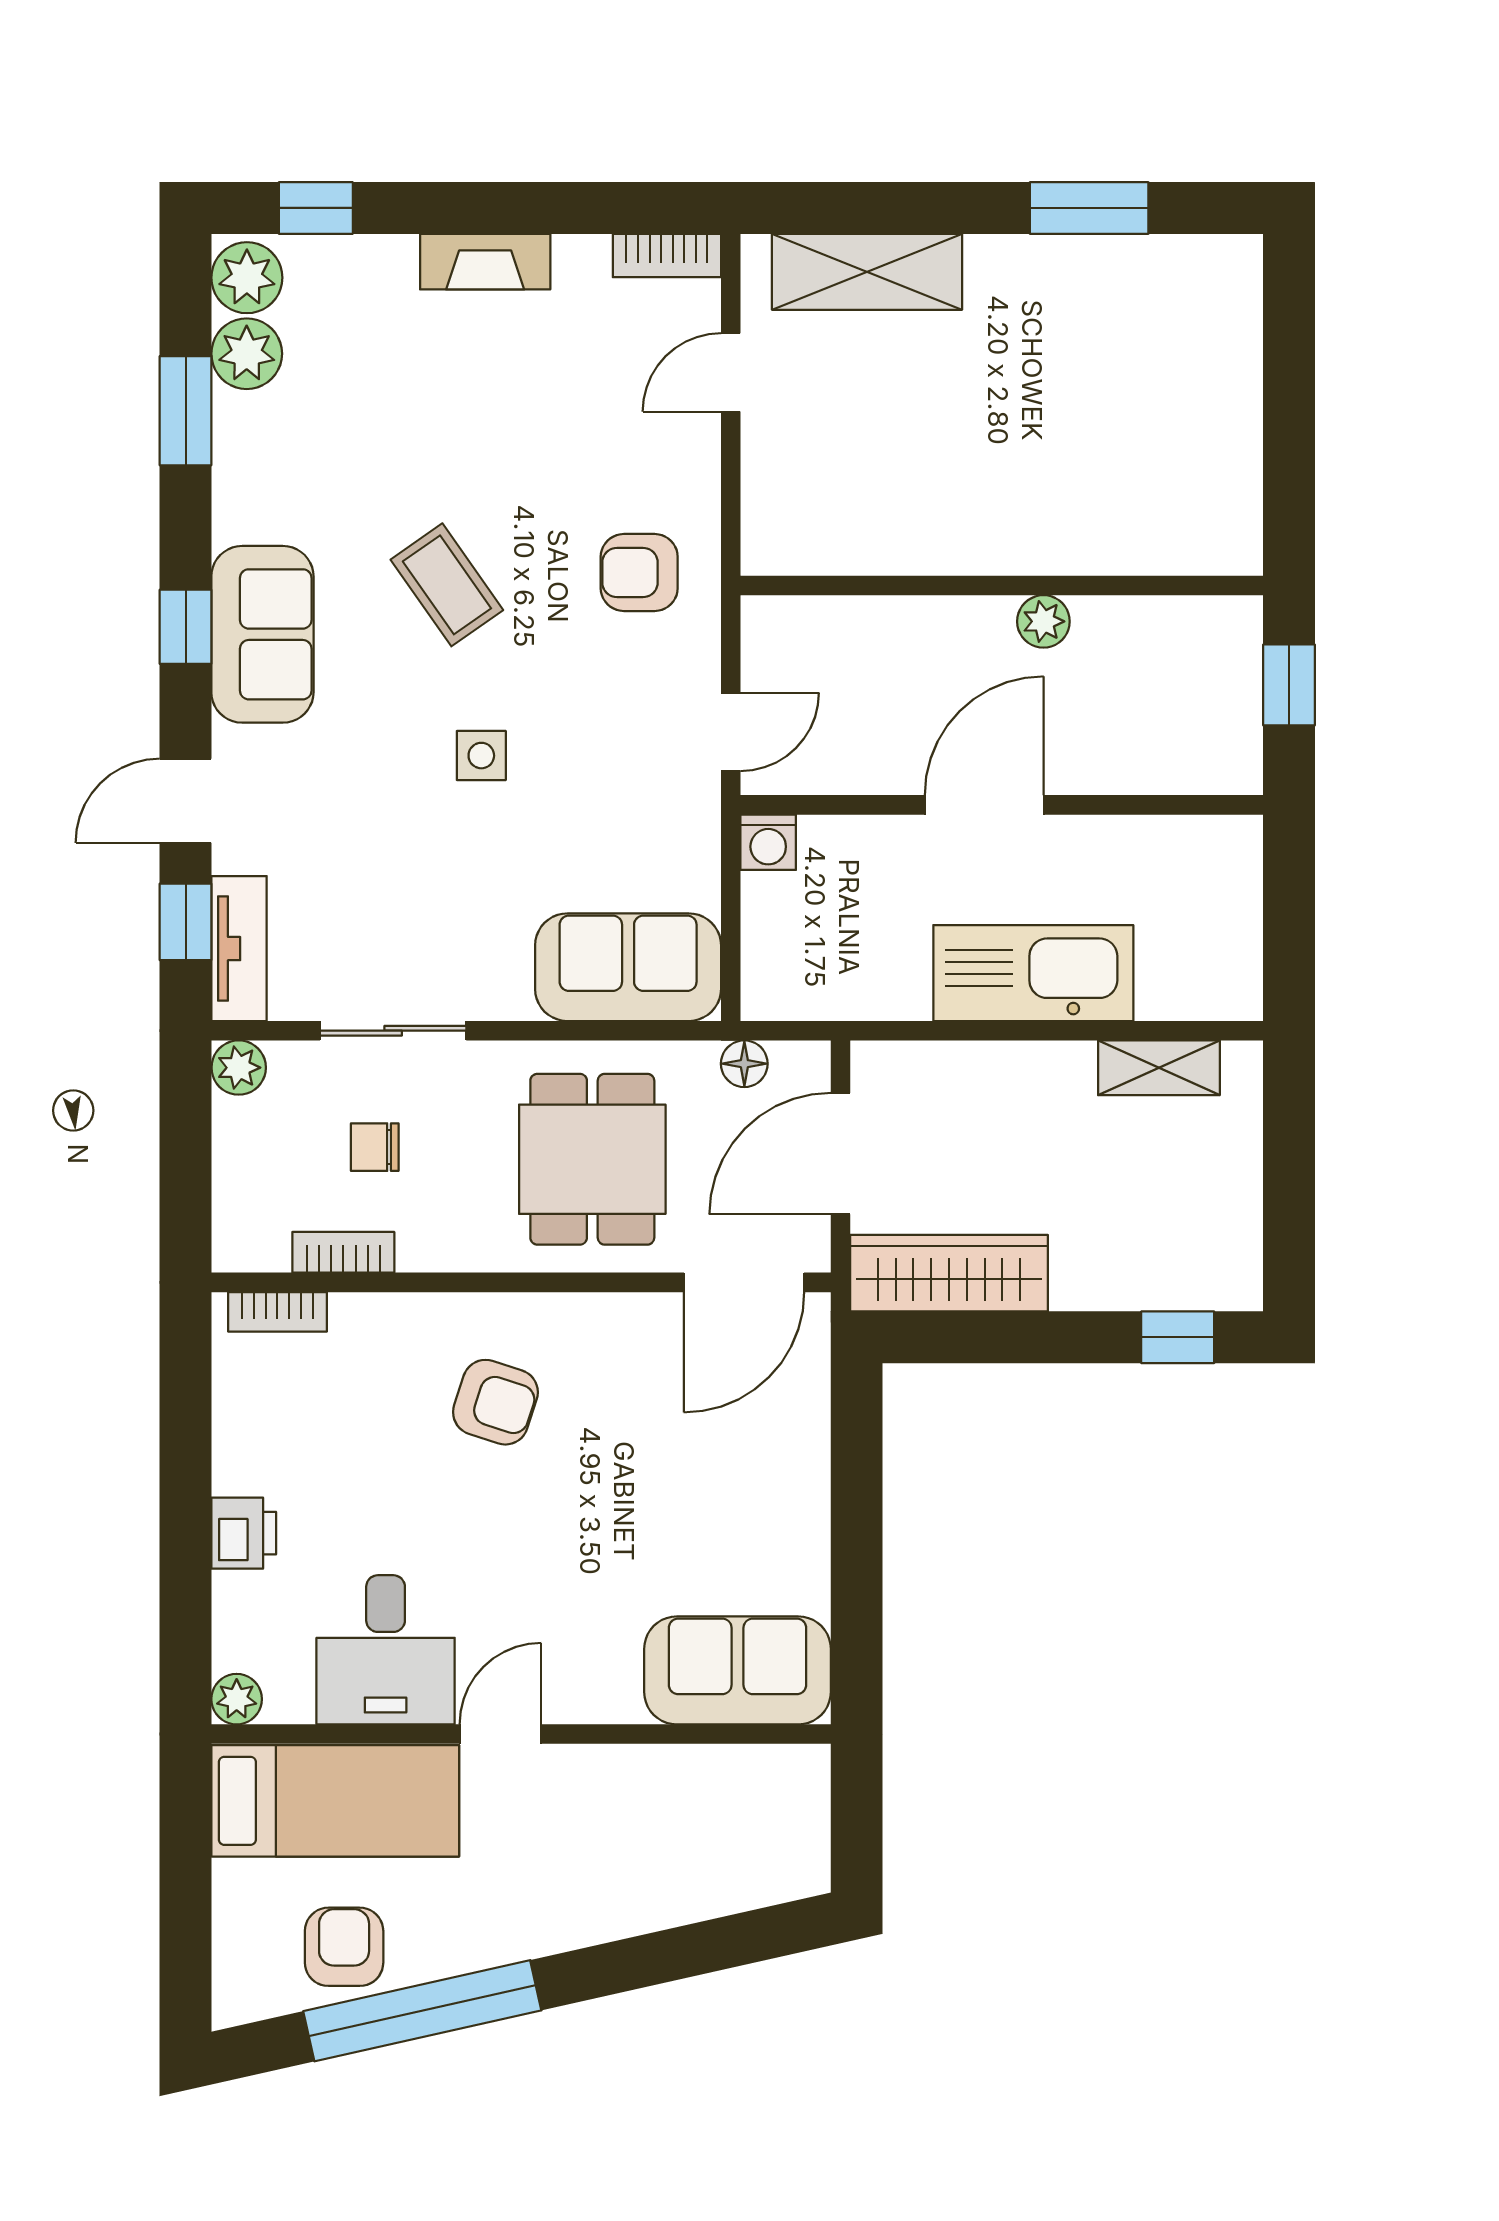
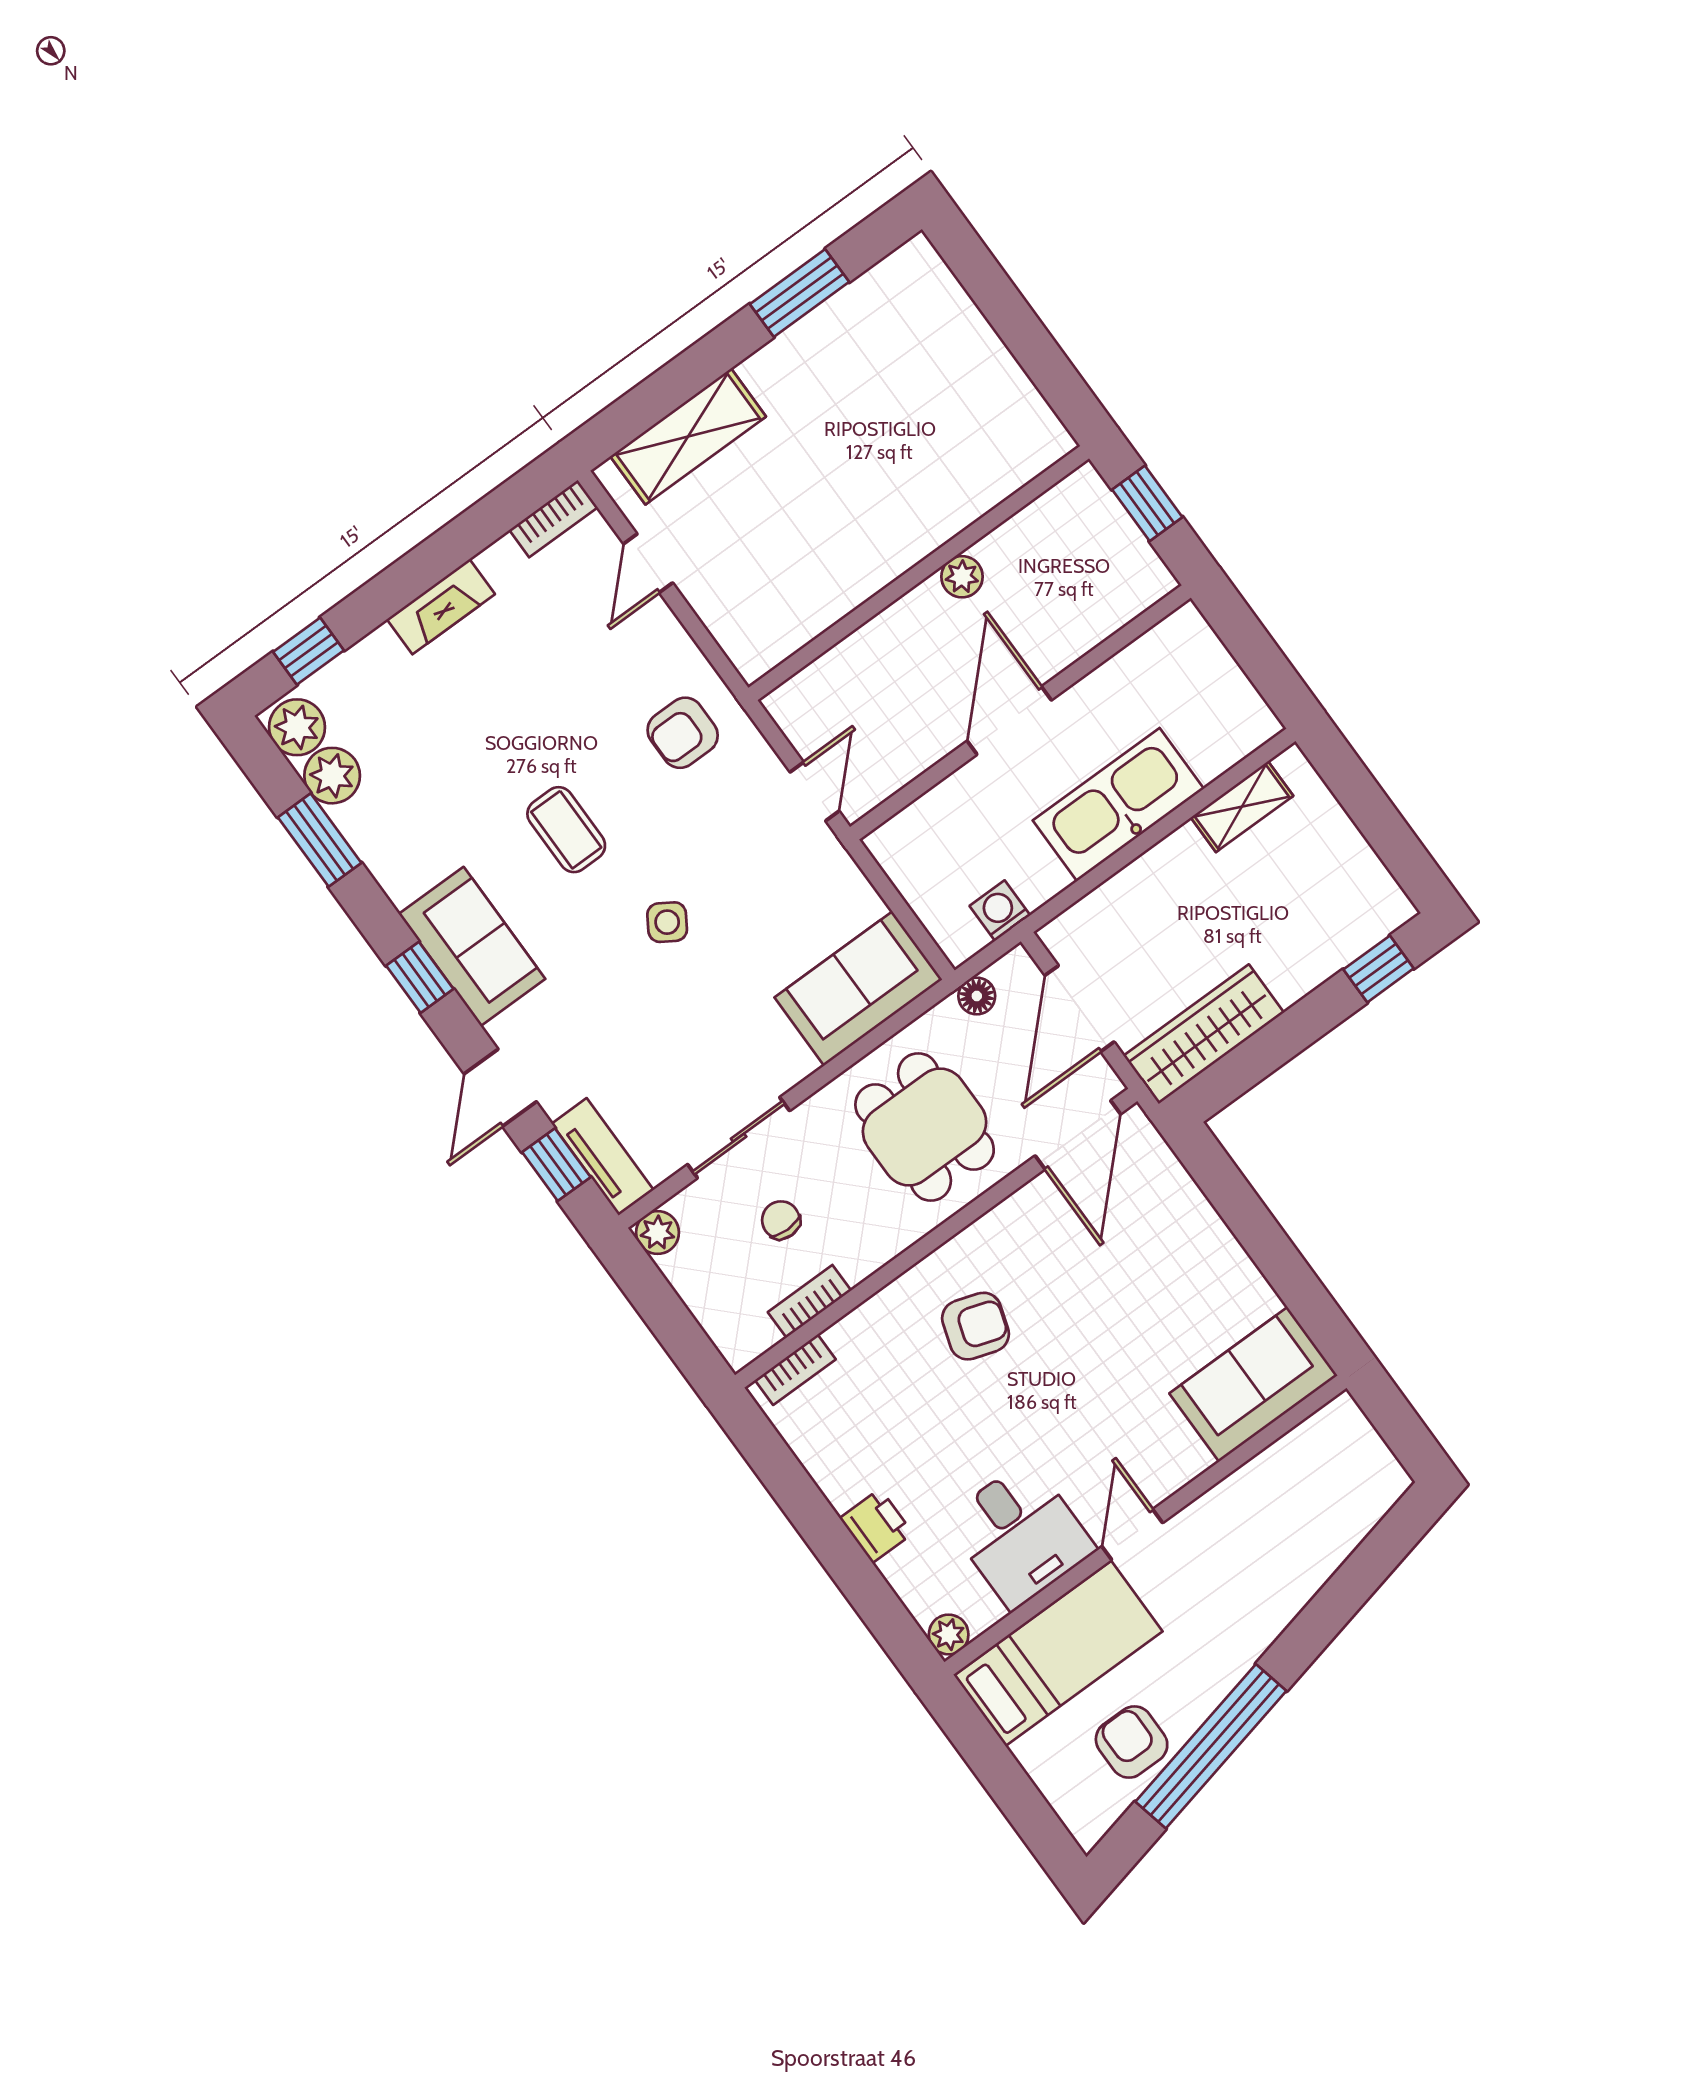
coffee table: (447, 585) -> (566, 830), turned 35
side table: (481, 756) -> (667, 922), turned 32
washing machine: (768, 842) -> (1000, 911), moved, turned 180
chair: (375, 1147) -> (781, 1220), turned 90

